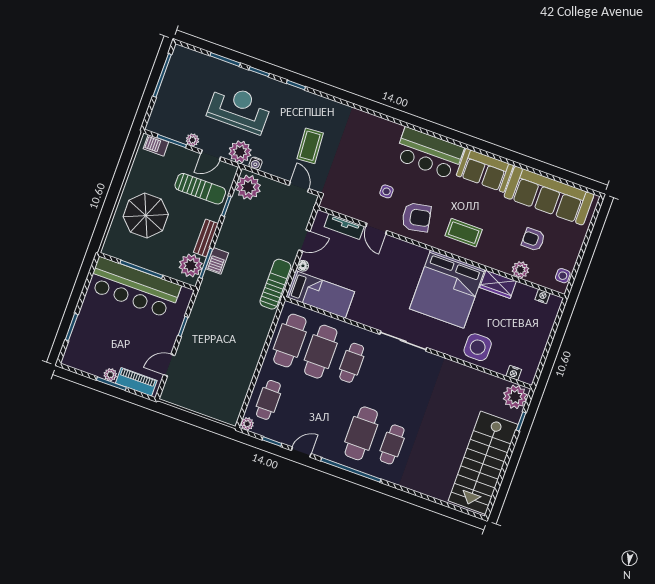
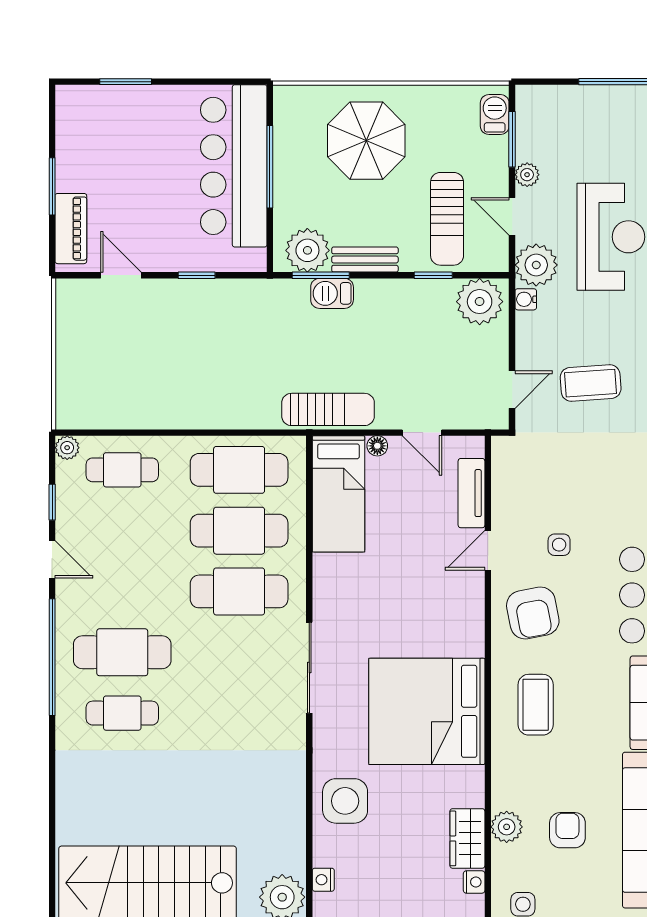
wardrobe: (498, 284) -> (467, 838), moved
cafe table: (352, 363) -> (239, 591), width x1.37, depth x1.35
plant: (110, 375) -> (67, 179), removed

